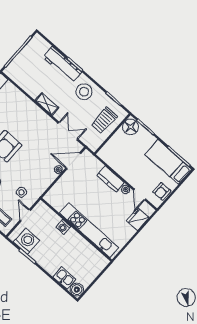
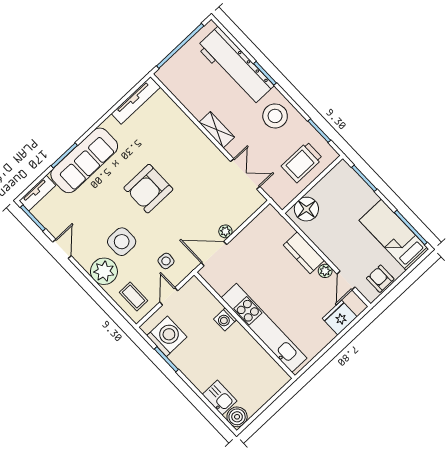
workbench: (62, 65) -> (235, 66), width x1.36, depth x1.32
floor lamp: (131, 127) -> (306, 209), moved
door: (73, 161) -> (214, 254), moved
armchair: (162, 191) -> (380, 279), turned 90

